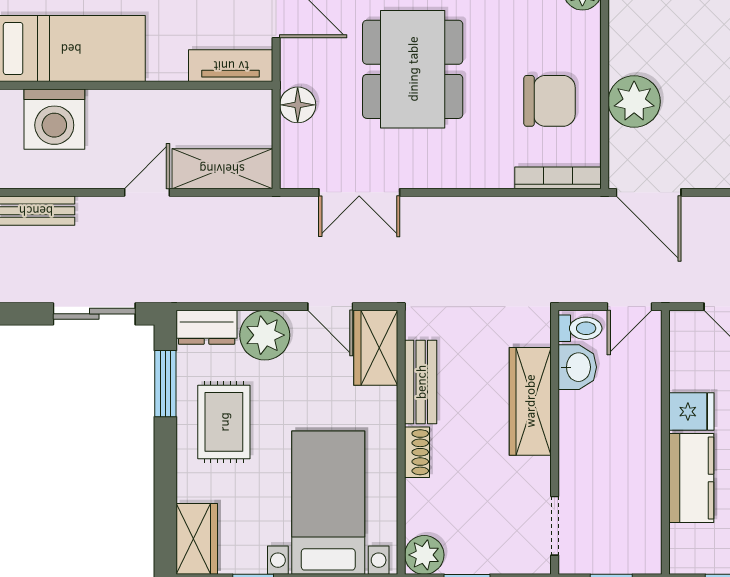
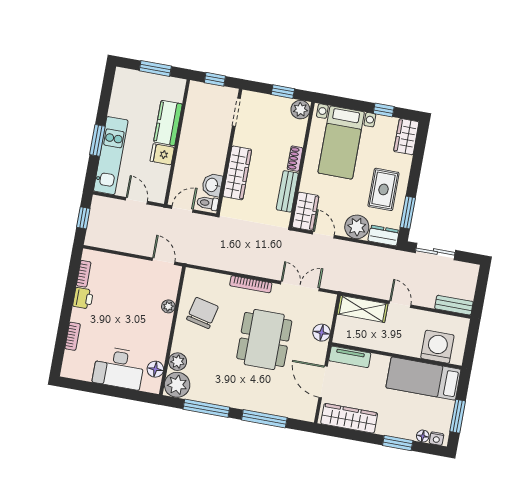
chair: (550, 101) -> (202, 313), turned 103
plant: (634, 101) -> (168, 306), width x0.53, depth x0.53
bookcase: (558, 178) -> (251, 284), moved
door: (147, 192) -> (400, 304), swing flipped
door: (649, 192) -> (164, 261), width x0.73

